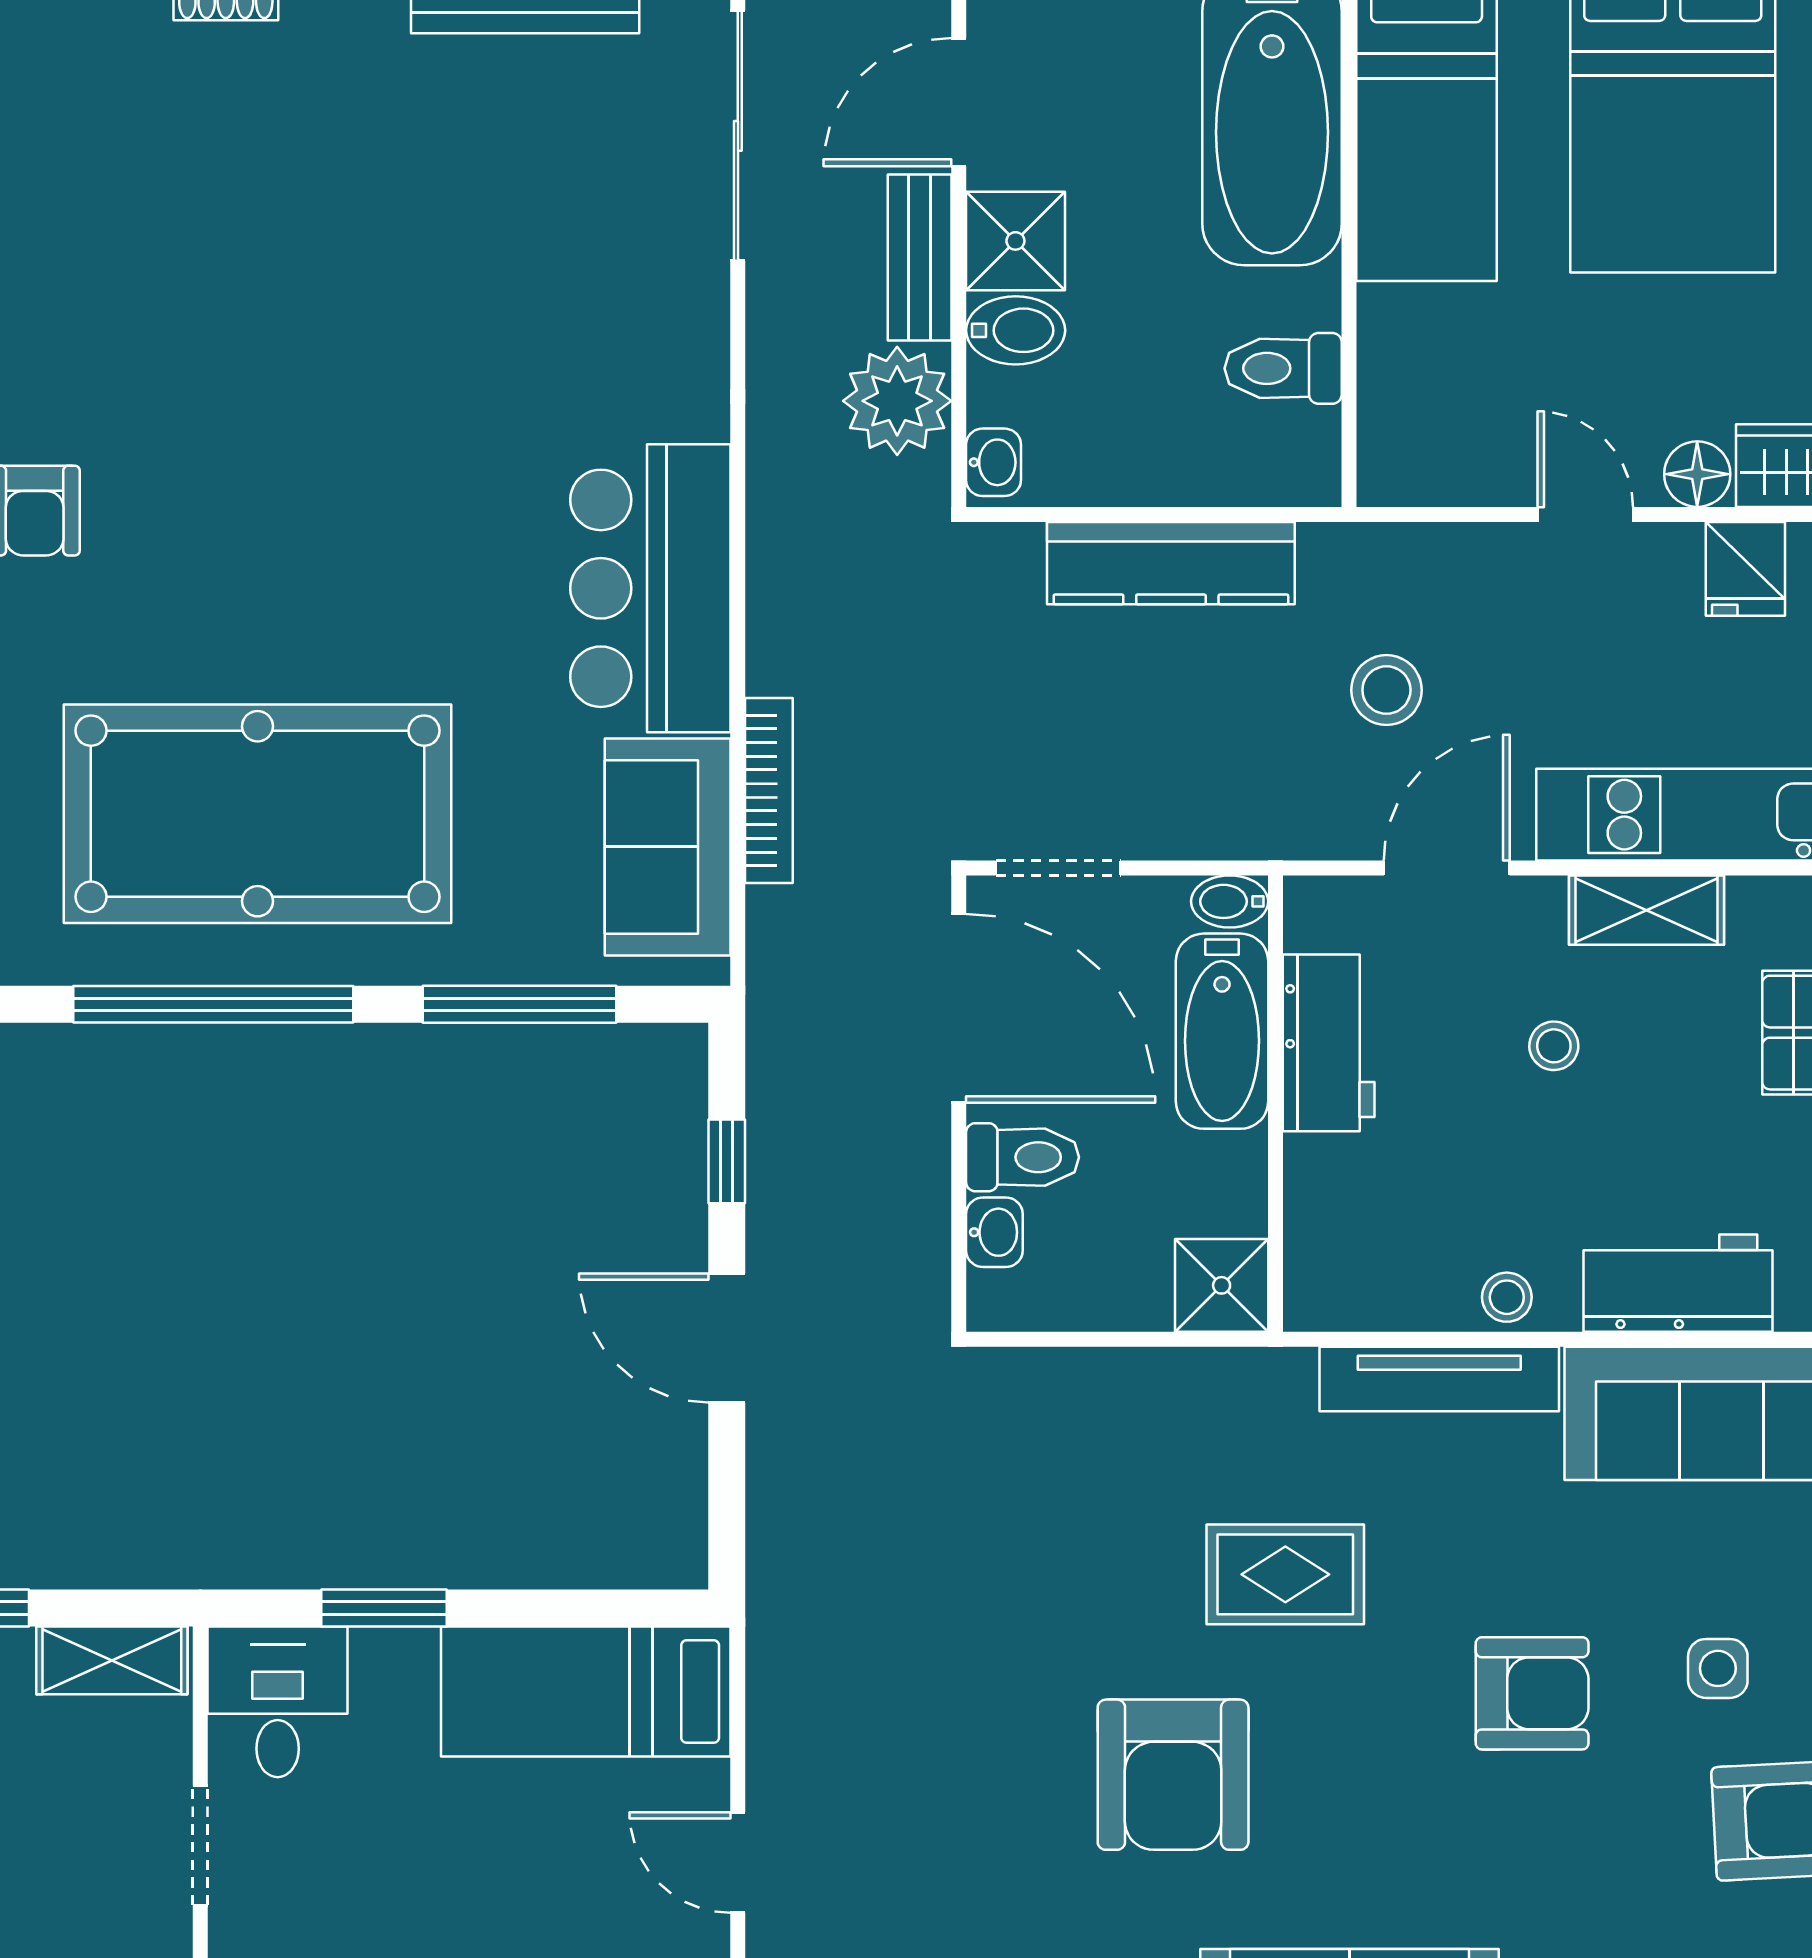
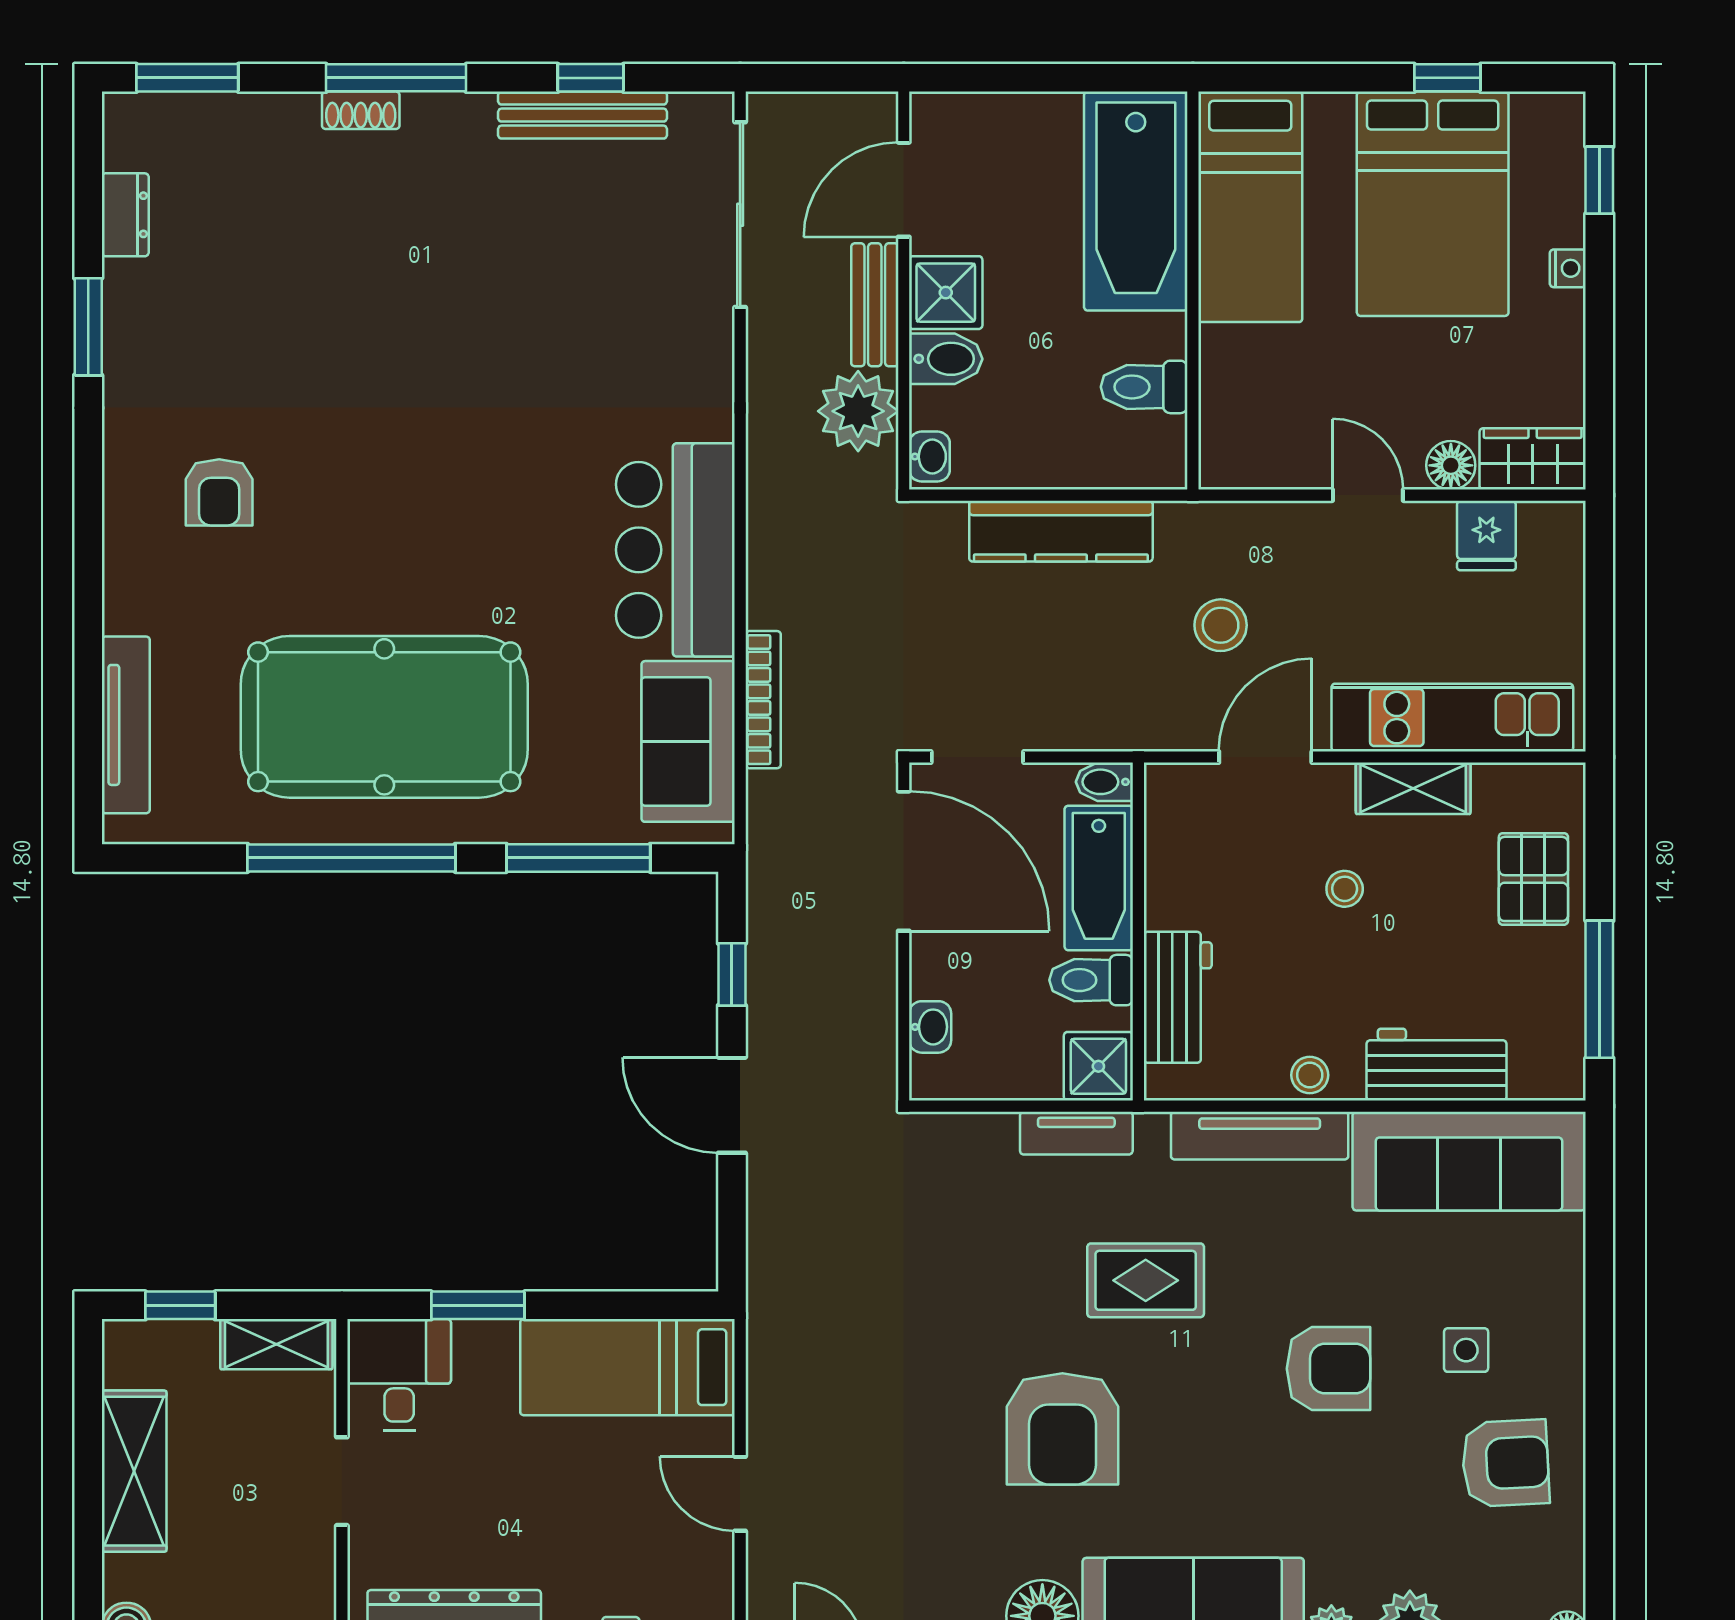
workbench: (1329, 1043) -> (1178, 997), moved
toilet: (1022, 1157) -> (1091, 980), moved, turned 180
tv unit: (1192, 1376) -> (1076, 1133), added

